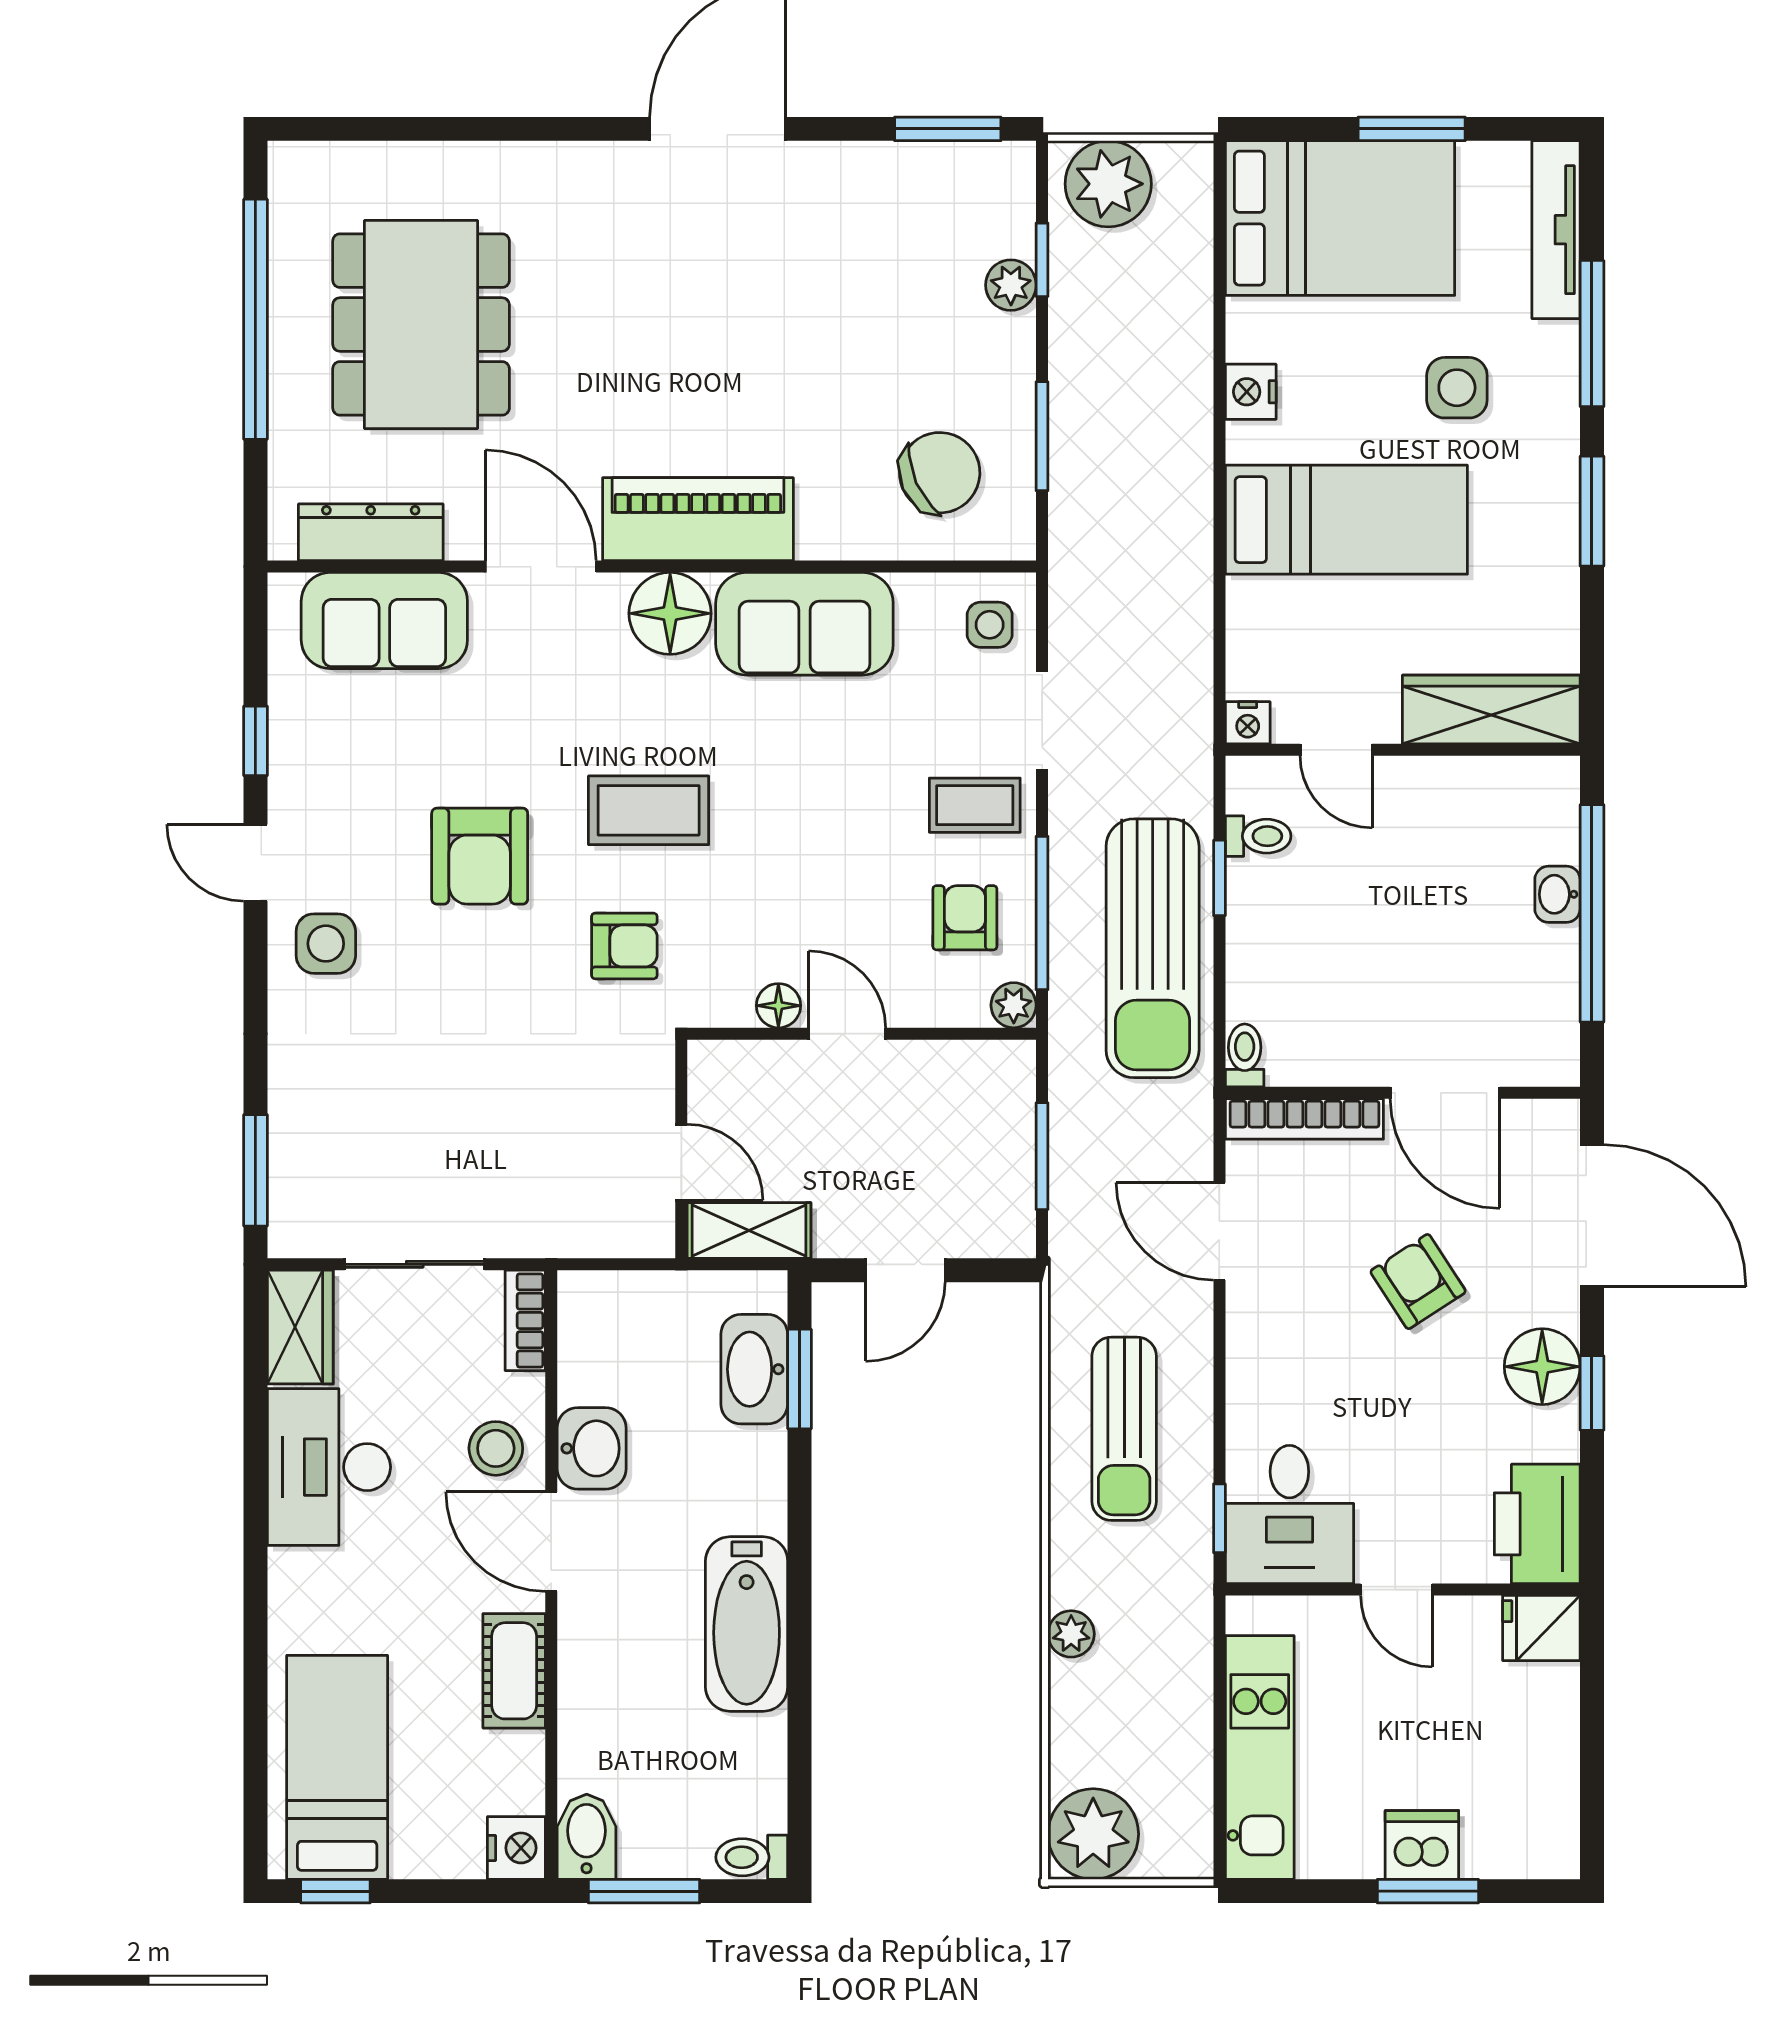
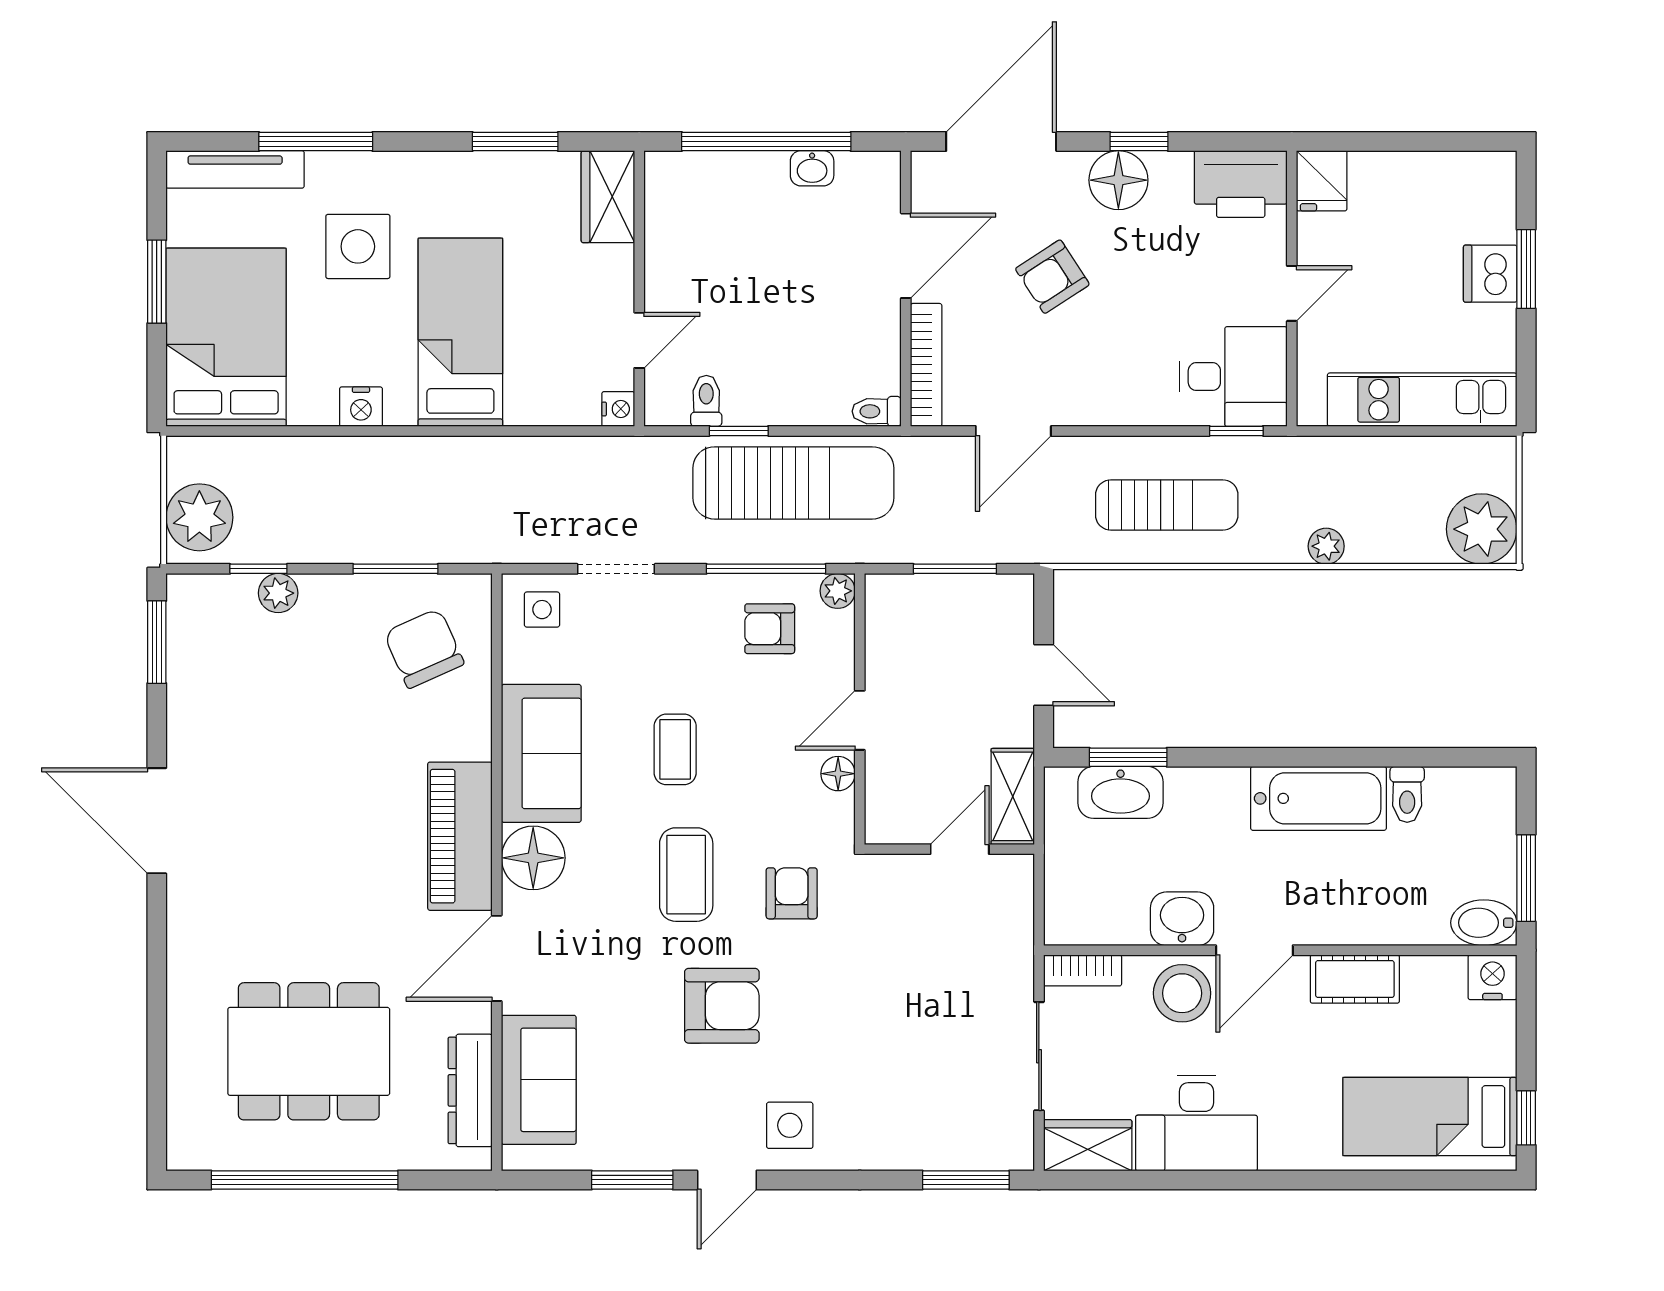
side table: (1457, 388) -> (358, 246), width x1.37, depth x1.37
window: (1592, 511) -> (515, 141), moved
wardrobe: (1491, 710) -> (608, 197), width x0.67
window: (255, 741) -> (632, 1180), width x1.50
coffee table: (975, 805) -> (675, 749), moved
washbasin: (1557, 894) -> (812, 168), moved
stool: (496, 1448) -> (1182, 993), width x1.38, depth x1.38
toilet: (752, 1857) -> (1407, 794), moved

